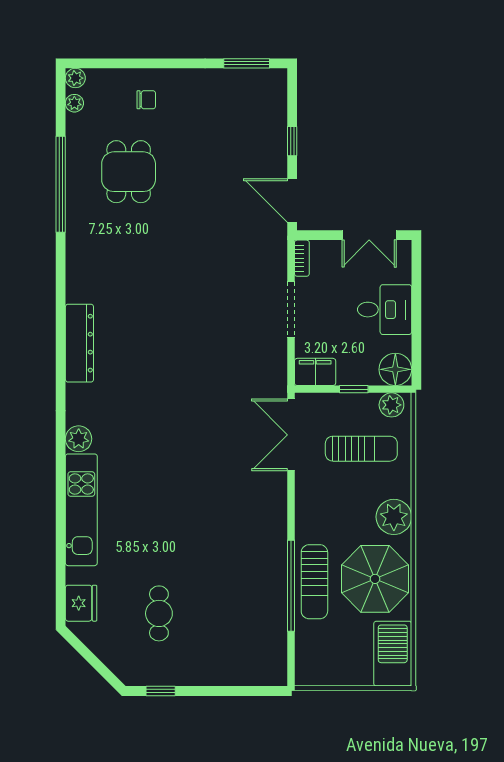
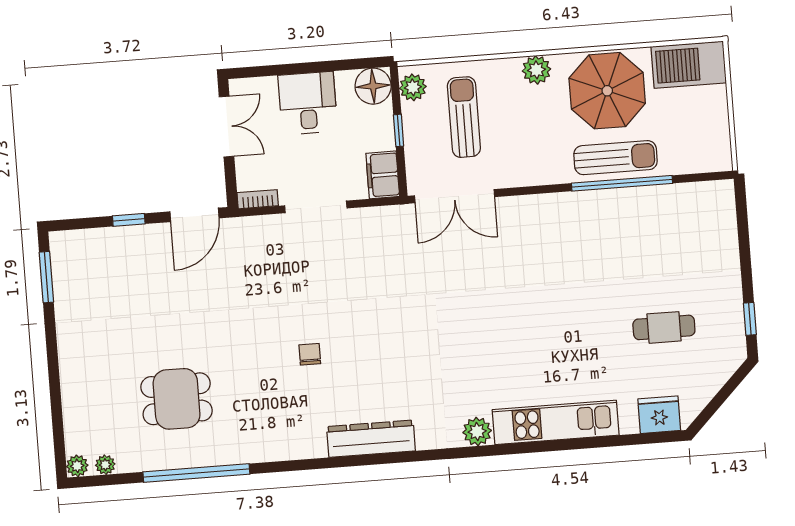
chair: (146, 100) -> (310, 354), moved
plant: (394, 517) -> (536, 70), width x0.73, depth x0.73

